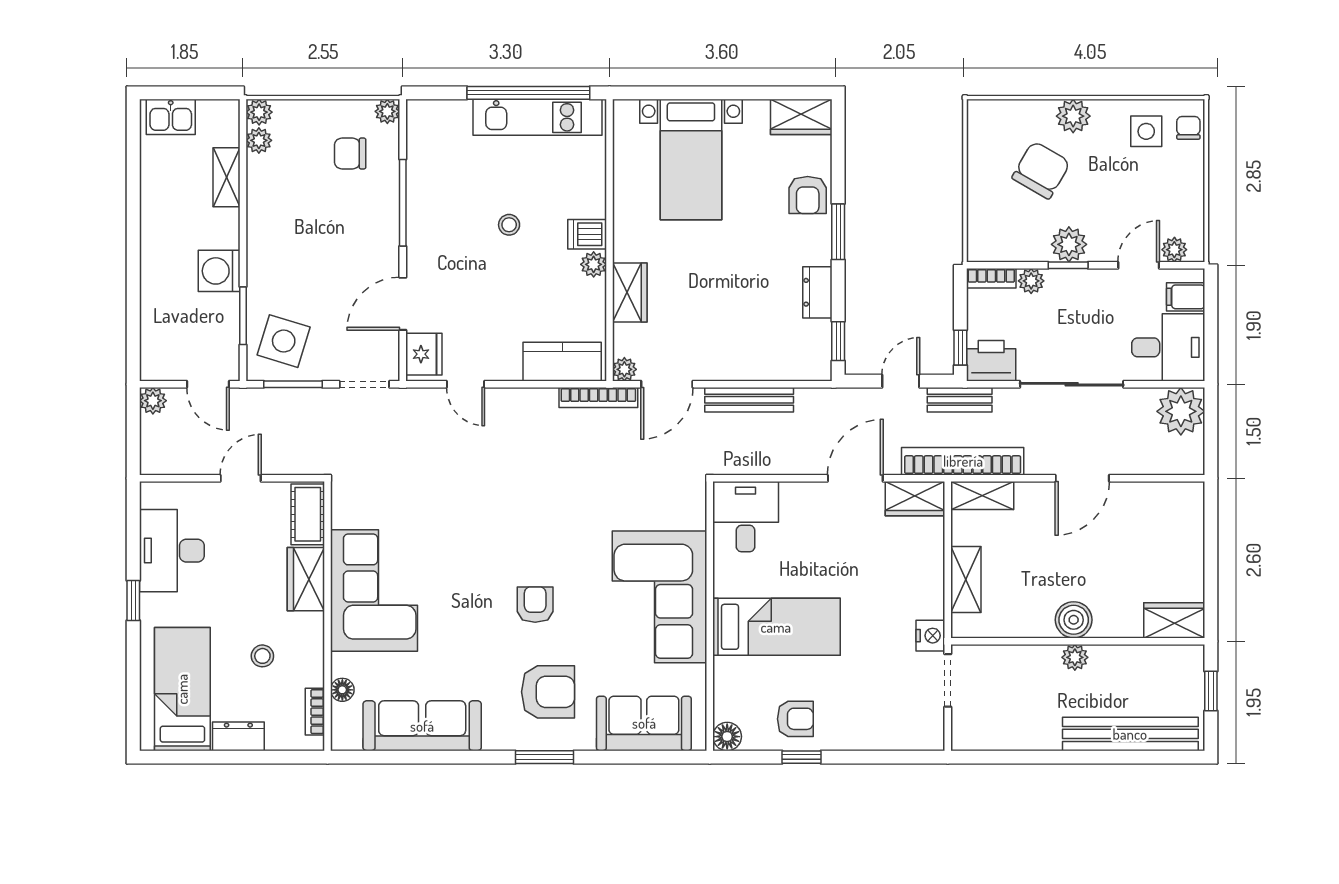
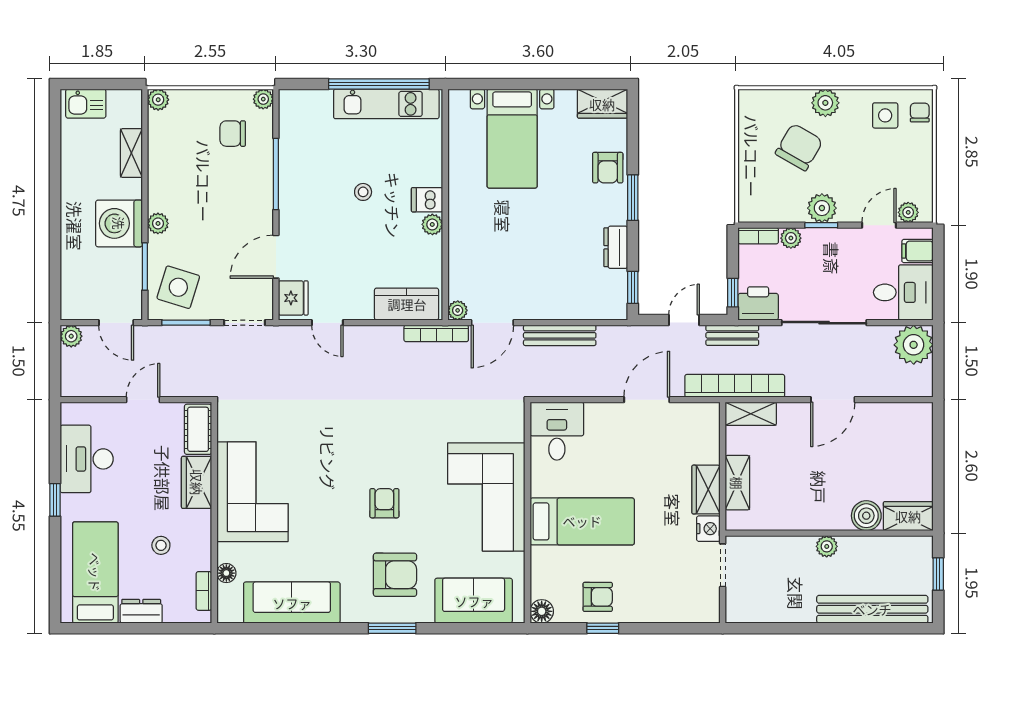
plant: (259, 140) -> (158, 223), moved
washing machine: (219, 271) -> (119, 223), width x1.37, depth x1.37
wardrobe: (630, 293) -> (462, 247), removed
wardrobe: (915, 499) -> (706, 490), moved, turned 90
boiler: (1074, 620) -> (866, 516), moved

